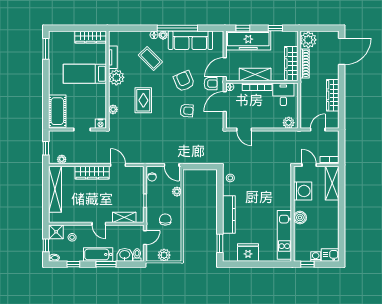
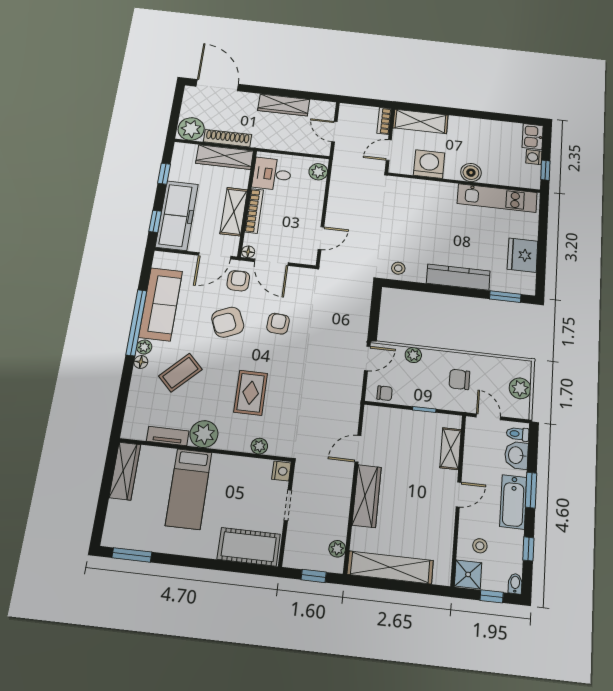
door: (225, 67) -> (215, 256), hinge flipped
rug: (143, 100) -> (251, 393), turned 90

